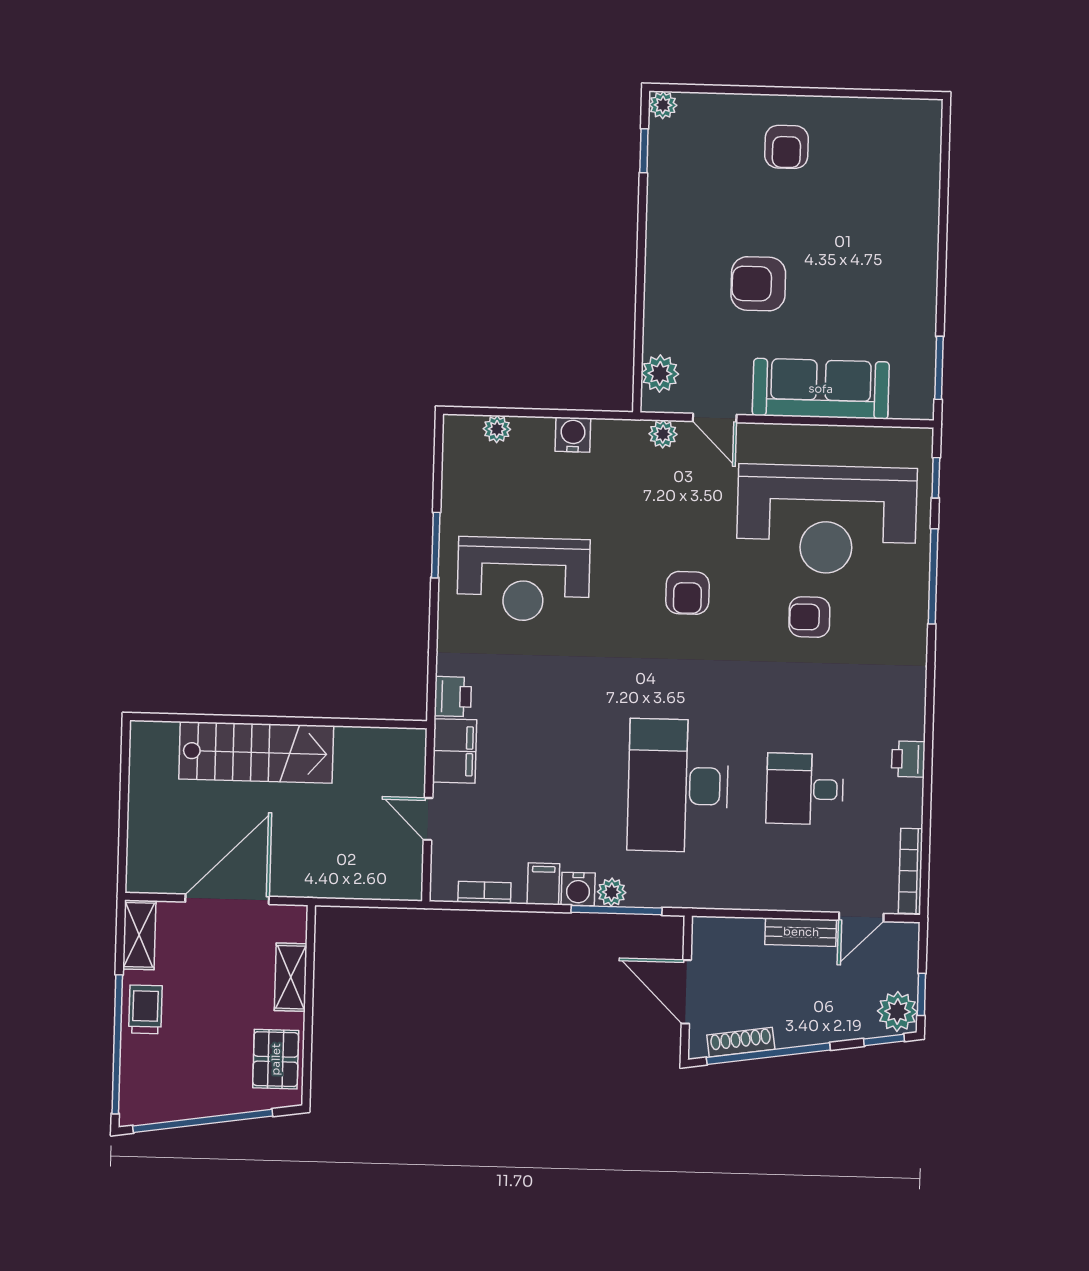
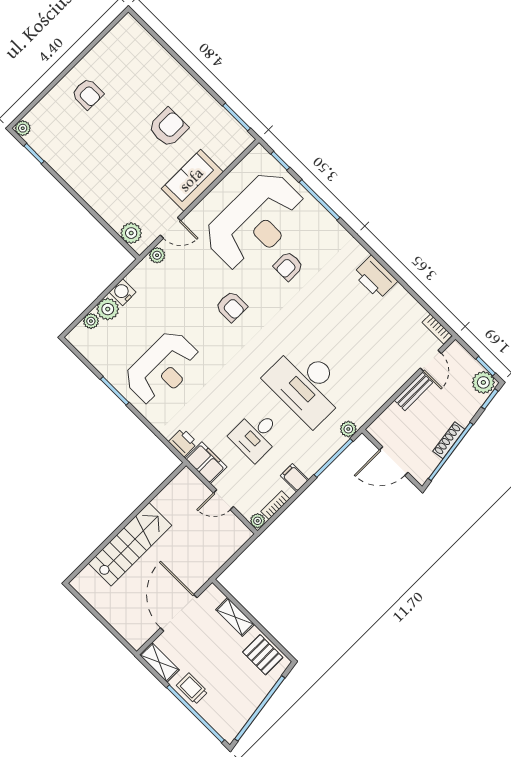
armchair: (758, 284) -> (168, 128), moved, turned 180
sofa: (821, 389) -> (192, 180), width x0.73
plant: (533, 436) -> (108, 309), added
printer: (908, 759) -> (375, 277), width x1.87, depth x1.48
desk: (805, 789) -> (256, 435), moved
bookcase: (911, 871) -> (437, 329), width x0.64
plant: (443, 889) -> (258, 521), added
water cooler: (578, 889) -> (310, 466), removed
plant: (612, 892) -> (348, 429), moved
shoe rack: (741, 1042) -> (449, 440), moved

